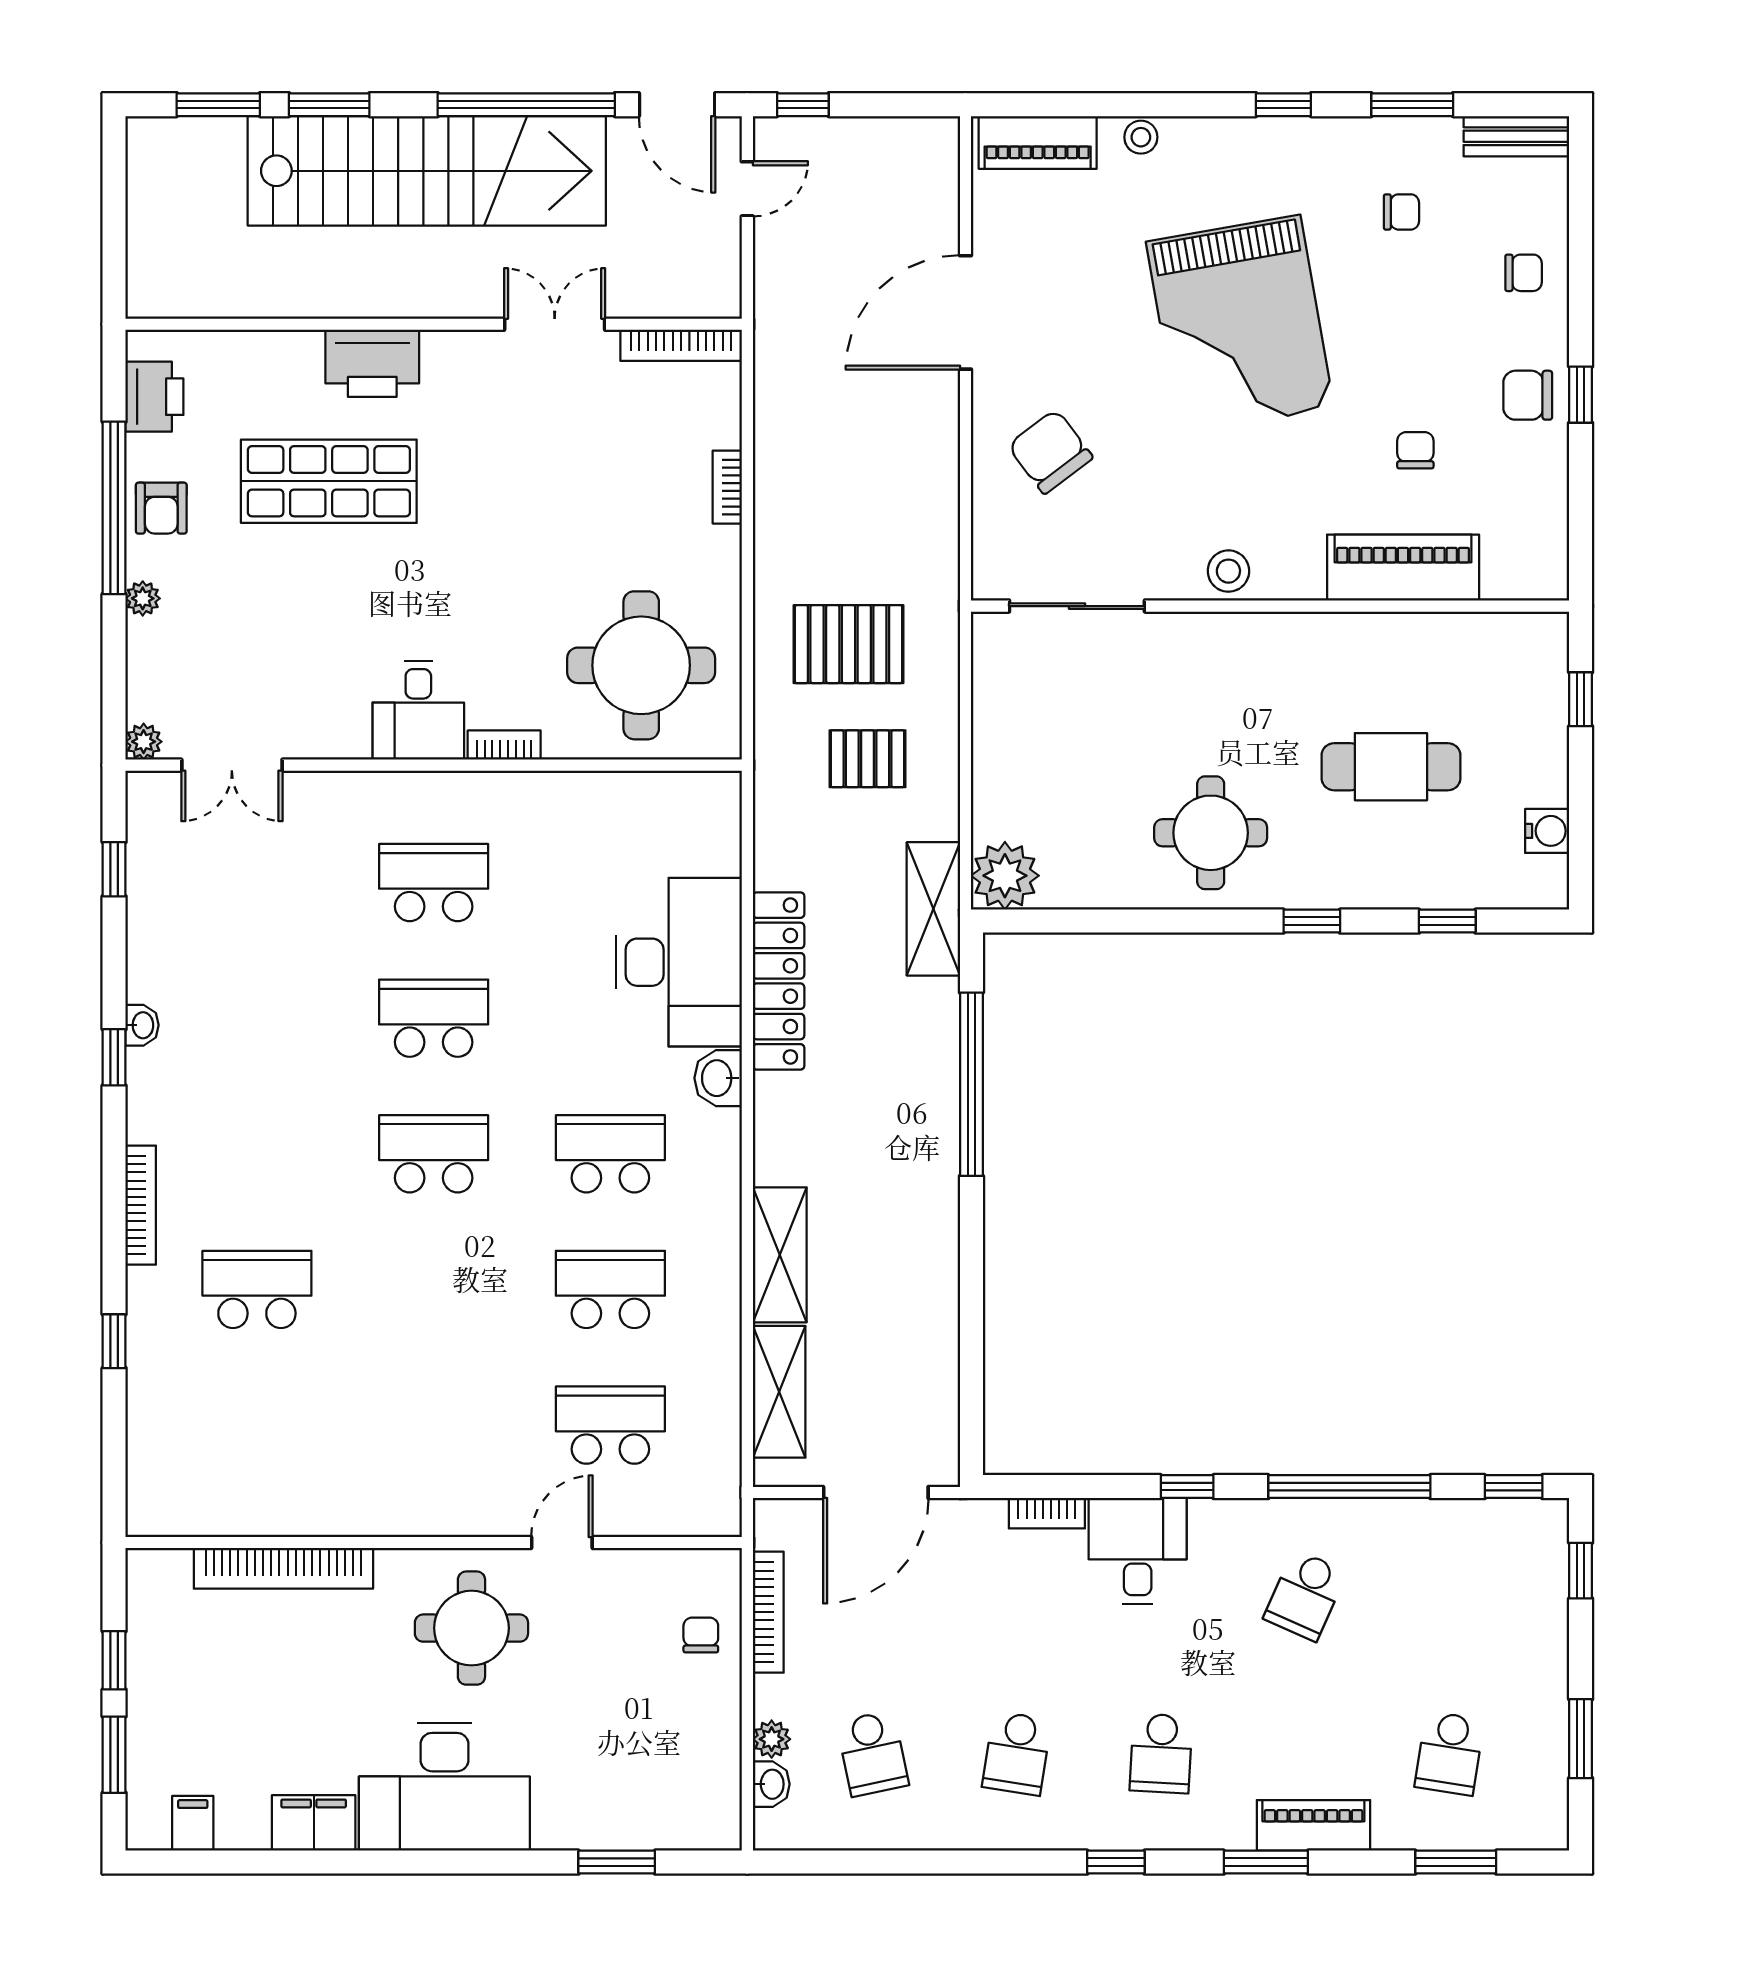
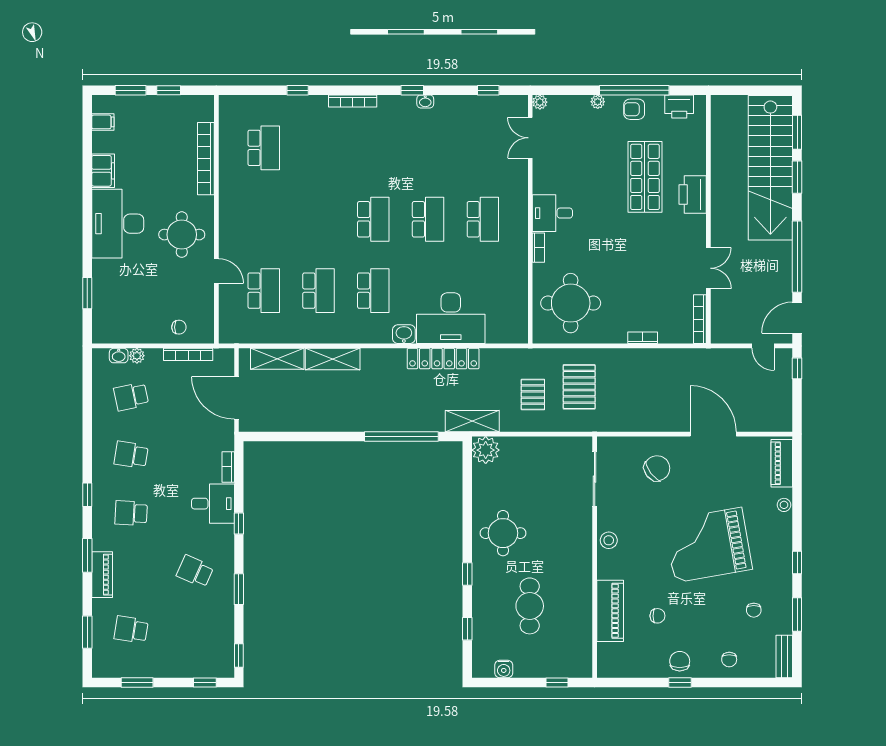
stairs: (427, 171) -> (770, 168), moved
school desk: (257, 1289) -> (264, 148), moved
window: (1349, 1487) -> (239, 589), width x0.47

